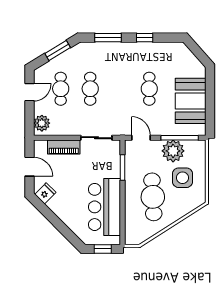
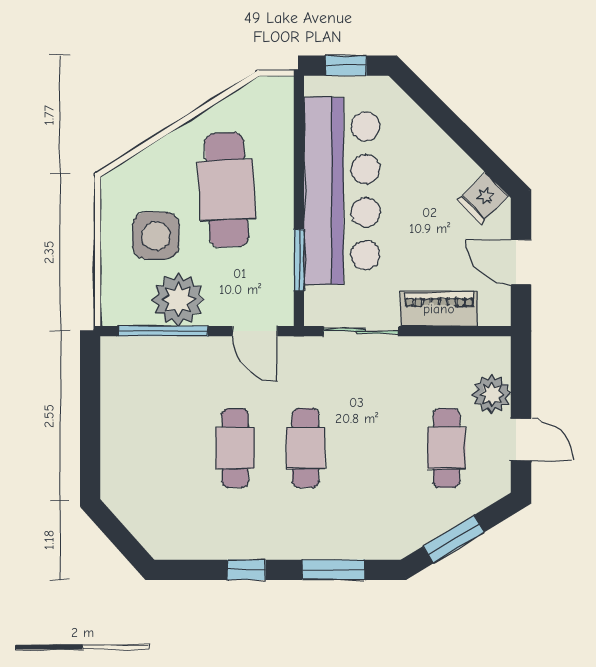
cafe table: (90, 89) -> (306, 448), moved
door: (29, 92) -> (521, 440), swing flipped
booth: (191, 101) -> (137, 419), removed
plant: (42, 123) -> (492, 394), moved
bar counter: (105, 207) -> (342, 191), width x1.36

